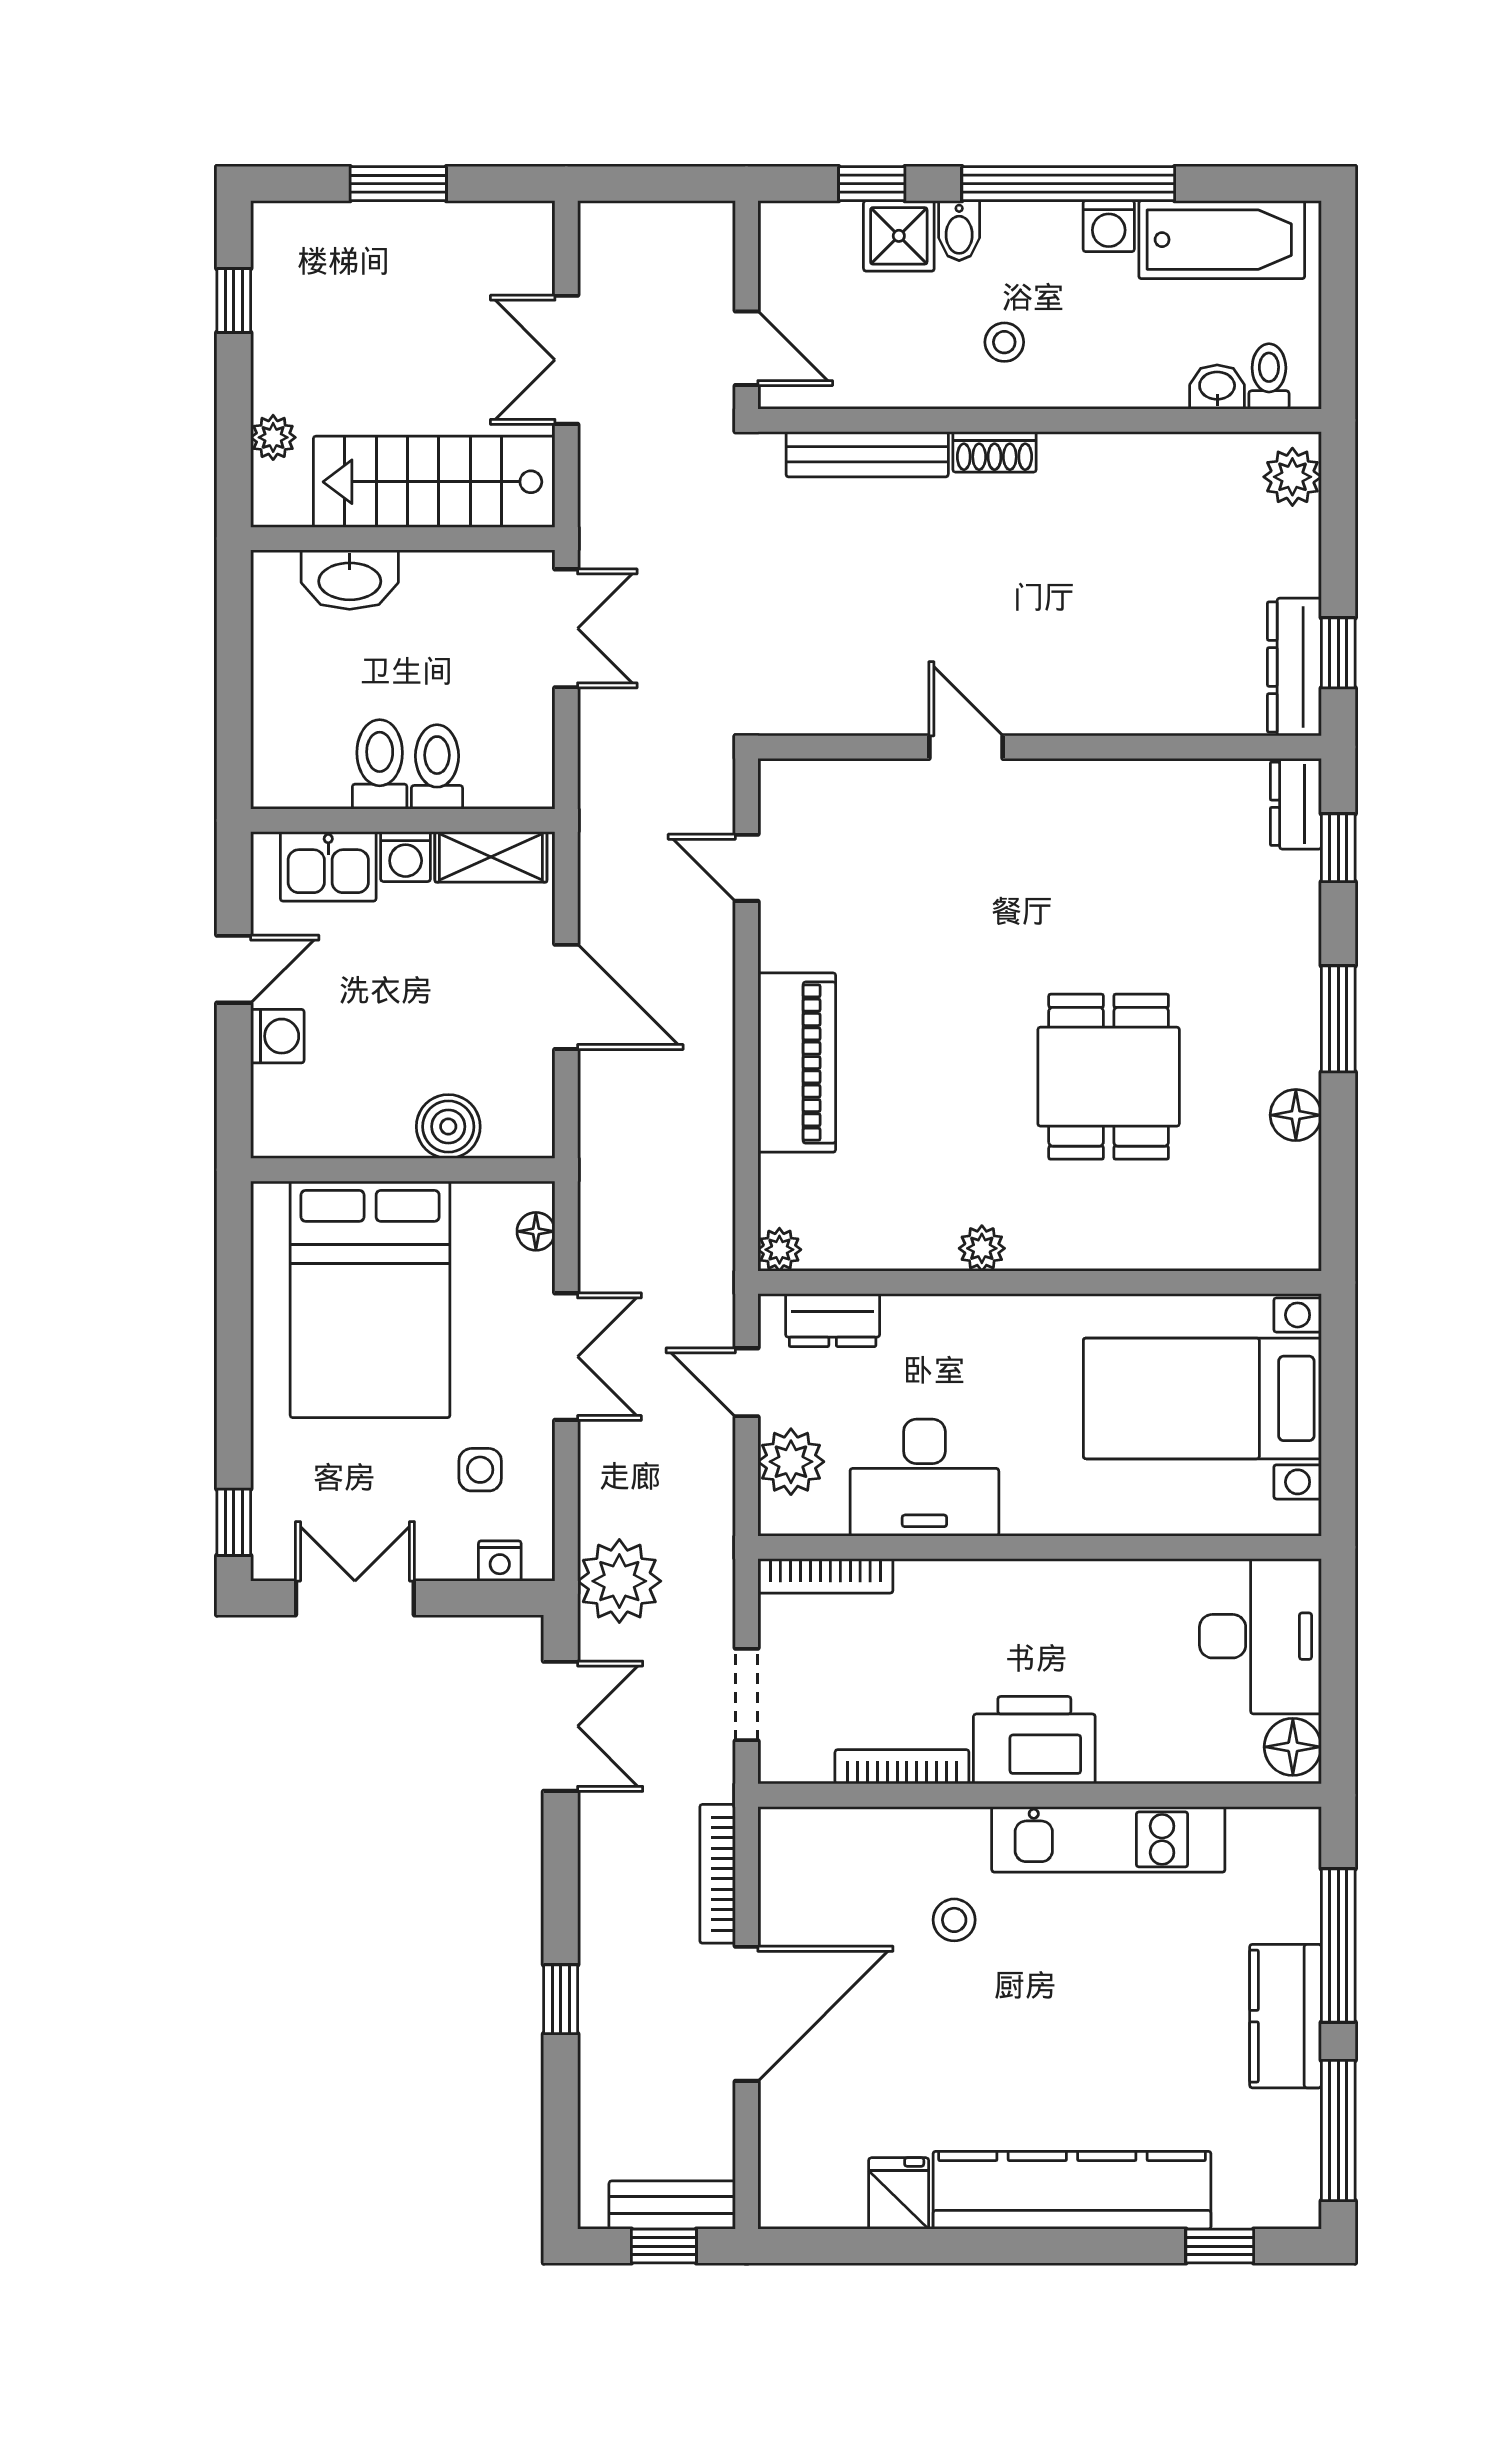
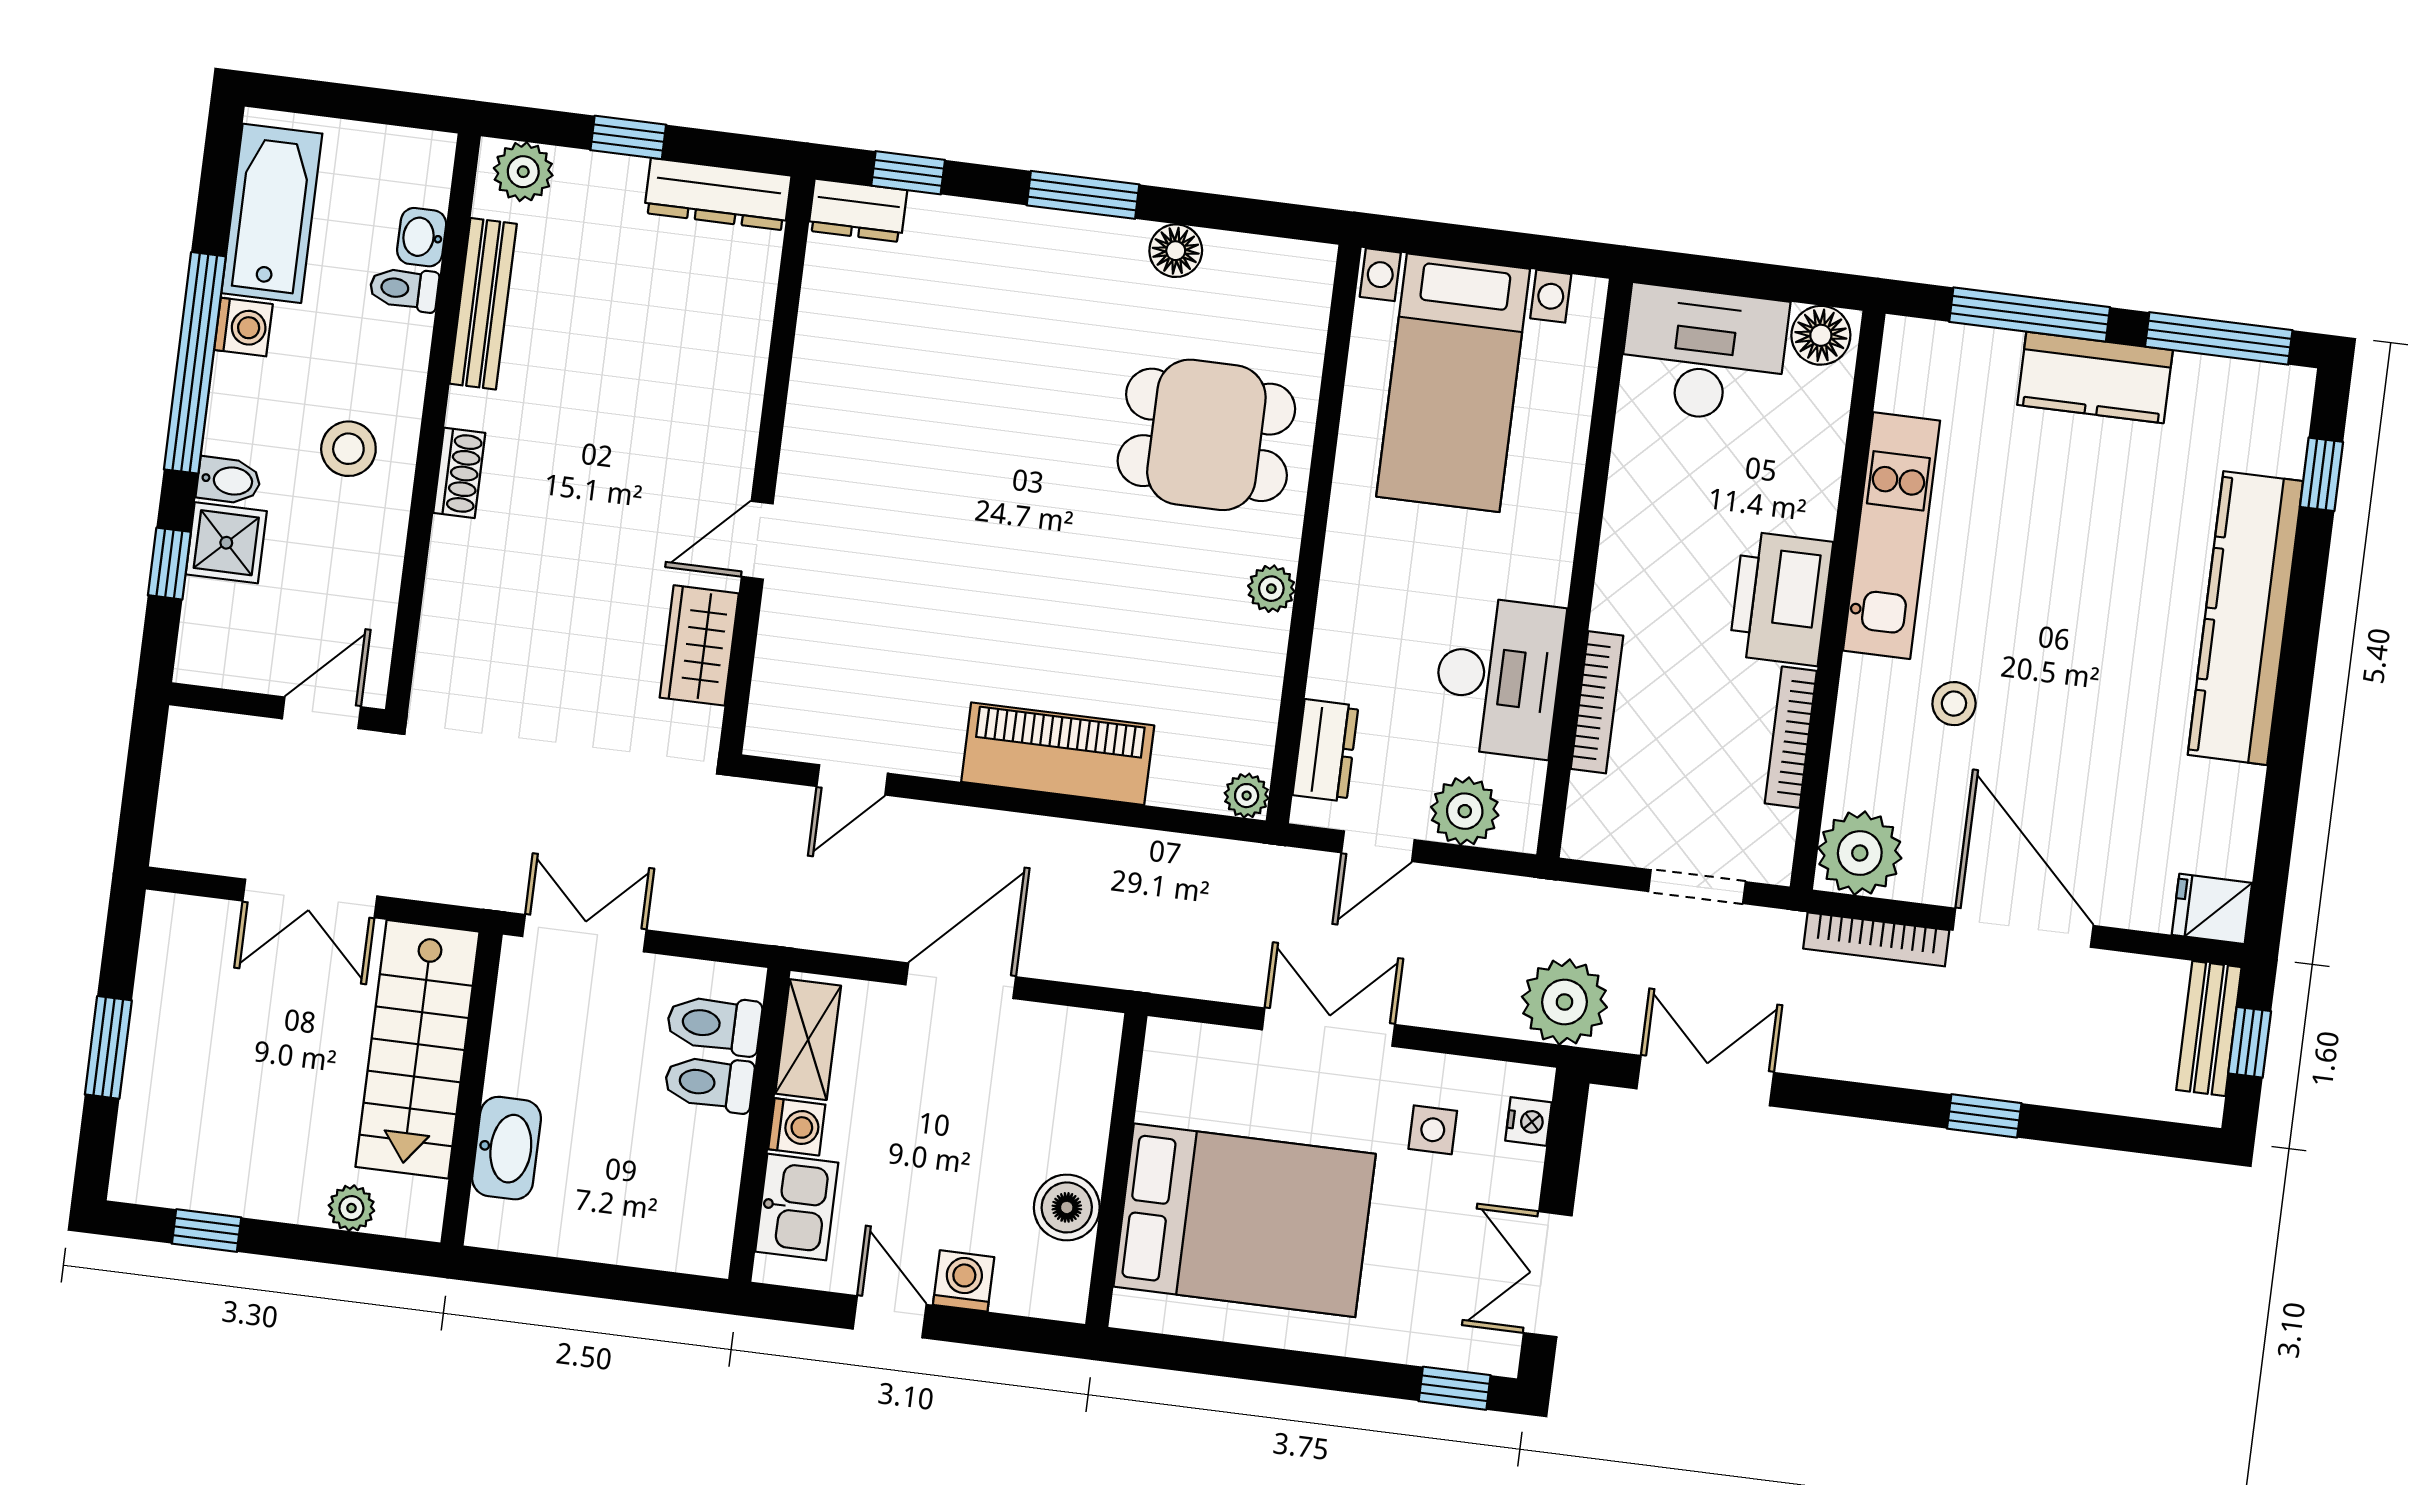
stool: (1004, 342) -> (348, 449), width x1.37, depth x1.37
toilet: (1269, 376) -> (404, 289), moved
bench: (867, 454) -> (483, 304), moved
window: (1338, 653) -> (628, 137), moved
wardrobe: (857, 704) -> (699, 645), added
toilet: (380, 764) -> (714, 1024), moved
dining table: (1109, 1077) -> (1206, 435), moved
boiler: (448, 1127) -> (1067, 1207), moved
floor lamp: (536, 1231) -> (1196, 1042), removed
bookcase: (825, 1576) -> (1597, 702), moved
plant: (799, 1847) -> (1860, 853), added
fridge: (899, 2193) -> (2212, 909), moved

